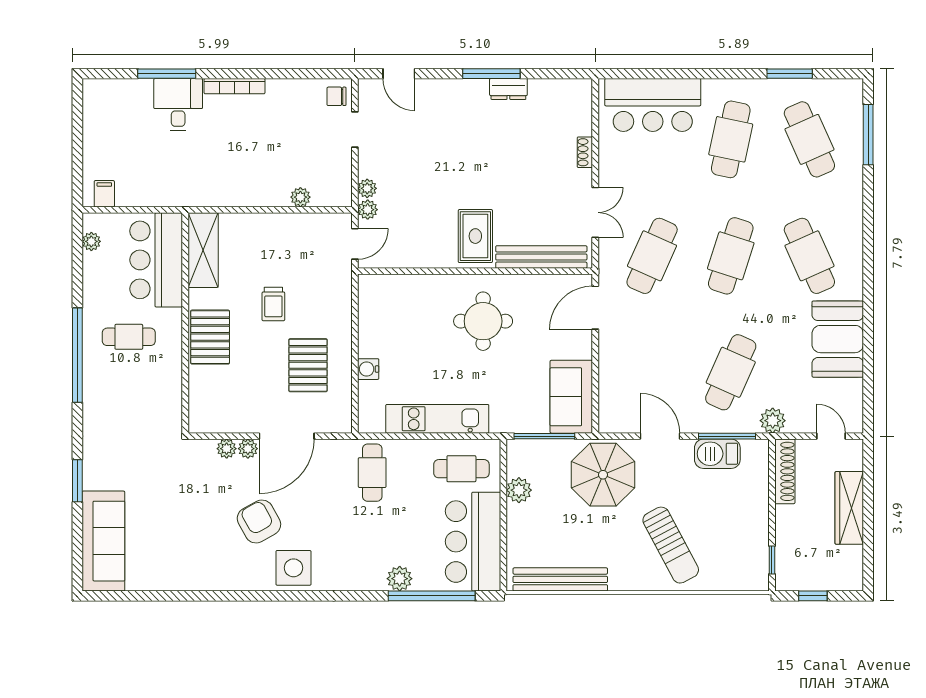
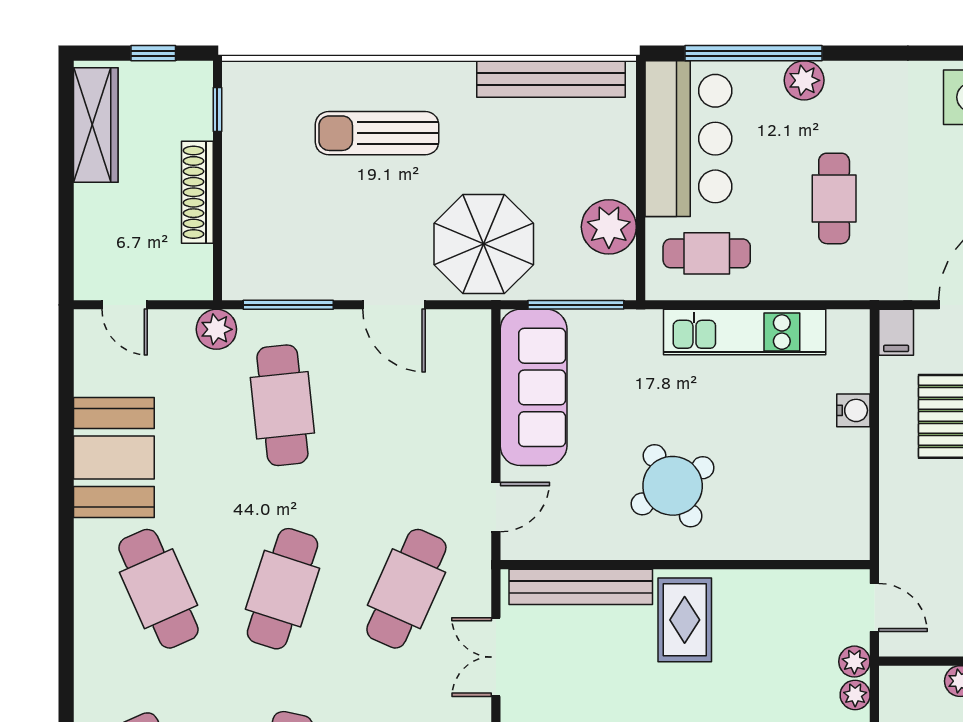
door: (355, 244) -> (874, 607), swing flipped
door: (595, 308) -> (496, 507), width x0.73
round table: (483, 321) -> (673, 486), turned -31
cafe table: (731, 372) -> (282, 405), turned -30
sofa: (571, 397) -> (534, 387), width x1.36
filing cabinet: (341, 419) -> (896, 332), added
barbecue: (717, 454) -> (304, 277), removed
shoe rack: (785, 471) -> (197, 192), moved
cafe table: (372, 473) -> (834, 198), moved
plant: (519, 490) -> (609, 227), width x1.36, depth x1.36
wardrobe: (849, 508) -> (96, 125), moved
sun lounger: (671, 545) -> (377, 133), turned -62

